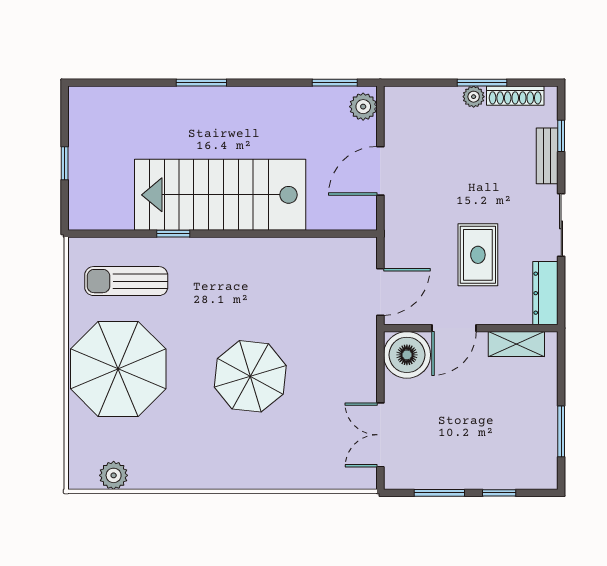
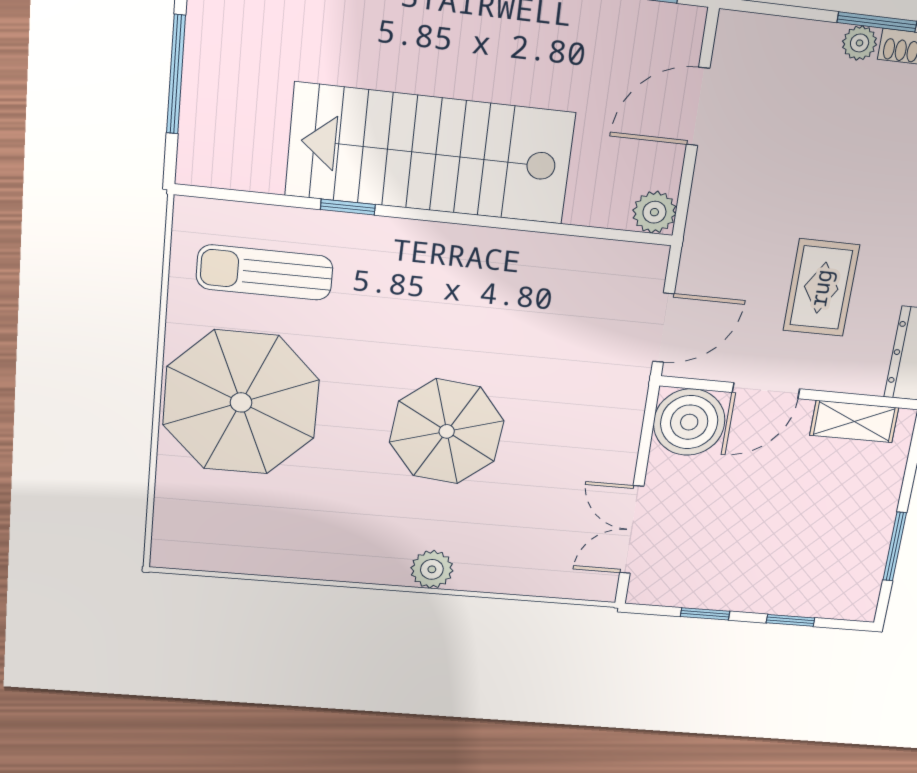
plant: (363, 107) -> (654, 212), moved
window: (65, 163) -> (176, 74), width x2.17
door: (380, 171) -> (698, 107), moved
plant: (114, 475) -> (432, 569), moved
window: (439, 493) -> (705, 614), width x0.67

